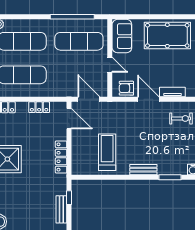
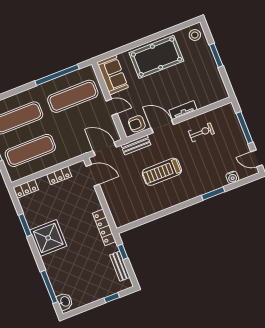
treadmill: (107, 152) -> (162, 172), moved, turned -90
locker: (61, 157) -> (104, 227), moved
bench: (143, 170) -> (136, 145), moved

